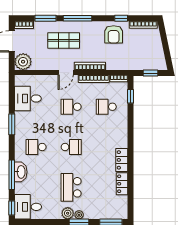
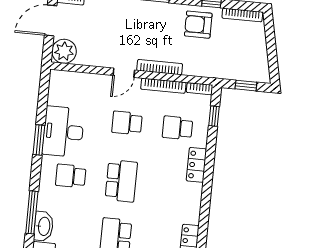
armchair: (114, 34) -> (198, 25), turned 90
shop shelf: (64, 40) -> (125, 26), removed
desk: (28, 98) -> (63, 132), moved, width x1.37
school desk: (71, 147) -> (121, 181), width x1.85
locker: (122, 160) -> (196, 165), moved
washbasin: (21, 172) -> (44, 226), moved

